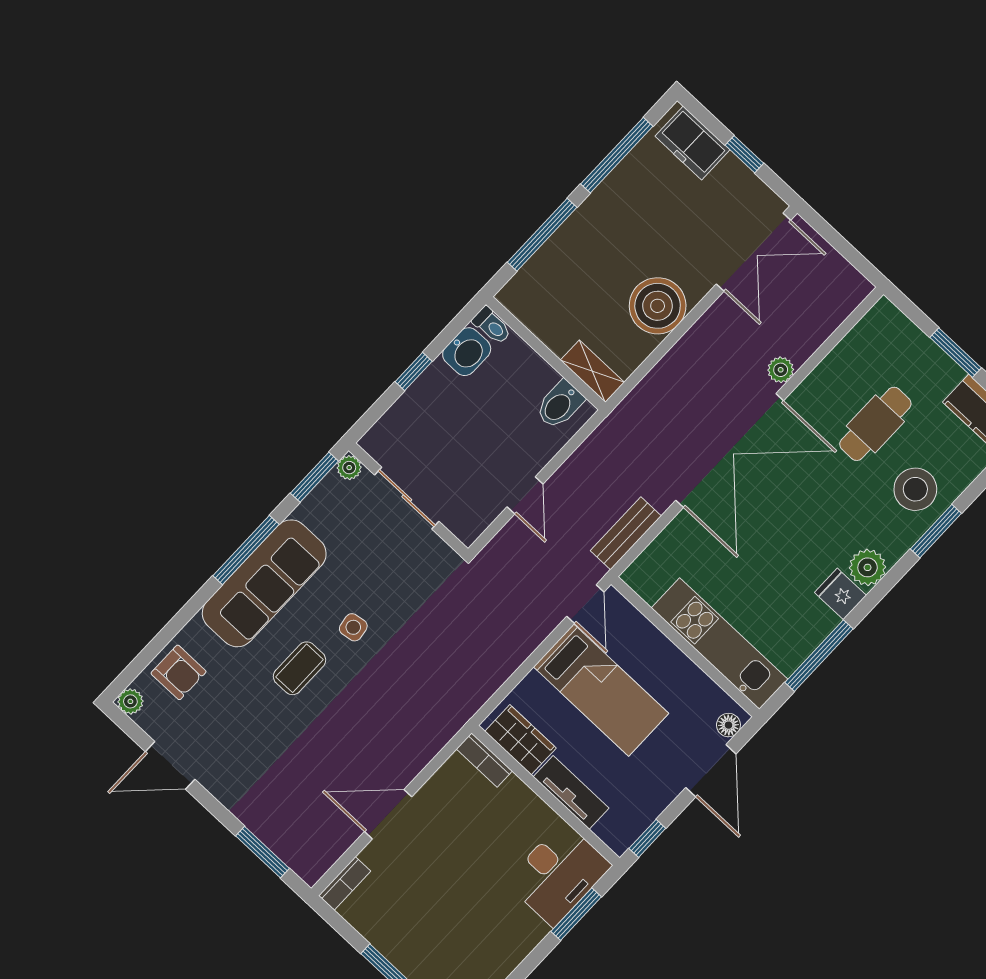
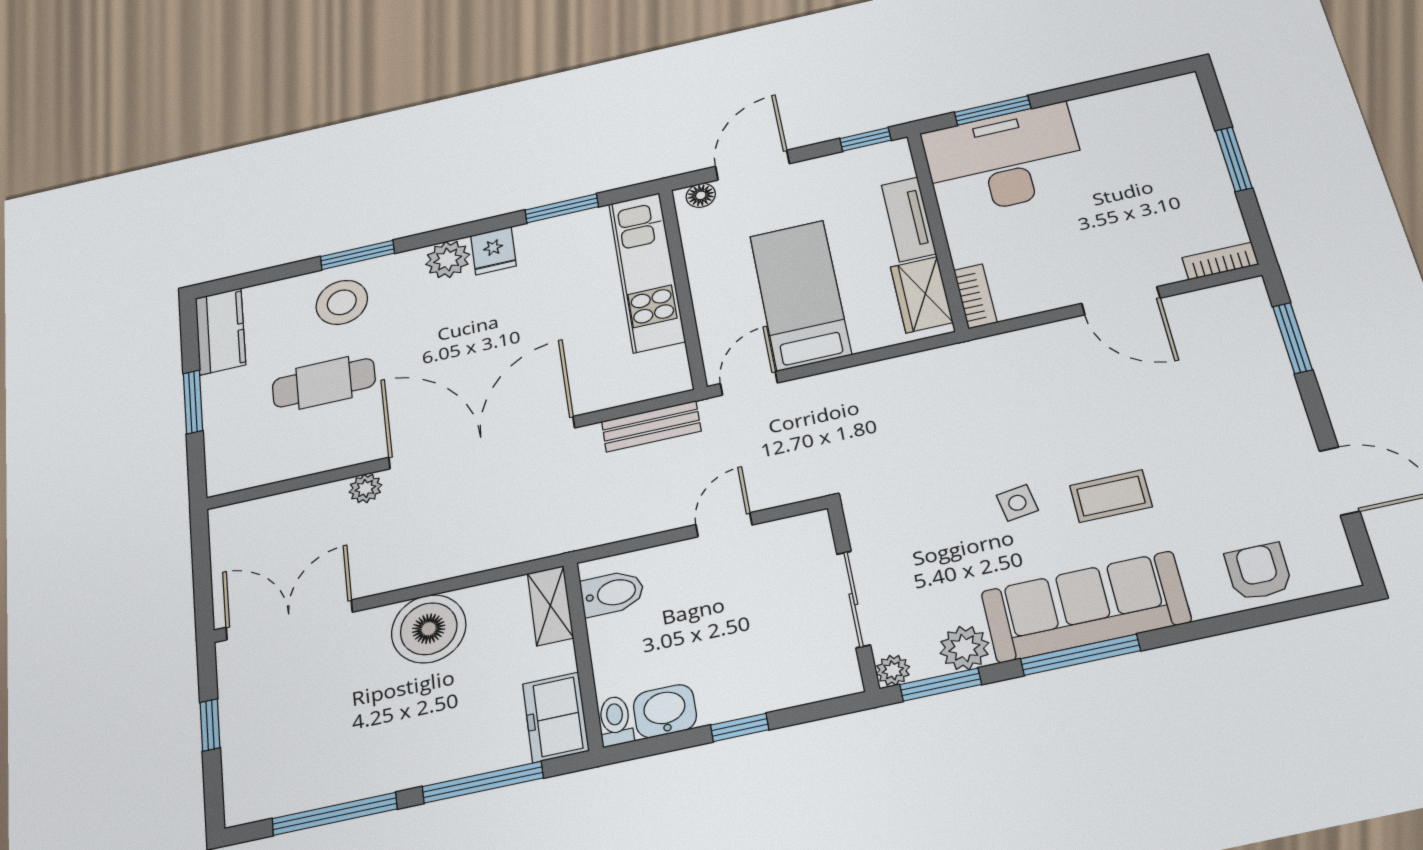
freezer: (692, 143) -> (556, 717), moved, turned 180
window: (819, 656) -> (562, 208), width x0.69
plant: (130, 701) -> (964, 648), moved, width x1.38, depth x1.38
desk: (558, 874) -> (1004, 160), width x1.36, depth x1.30

